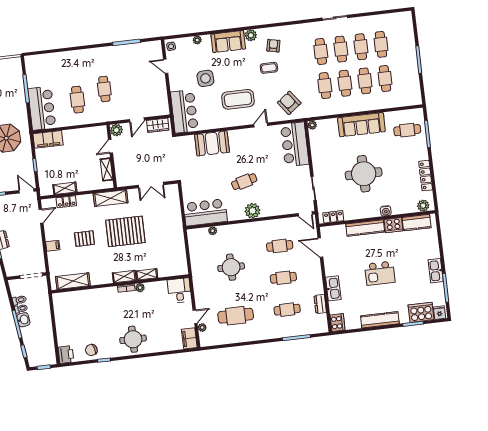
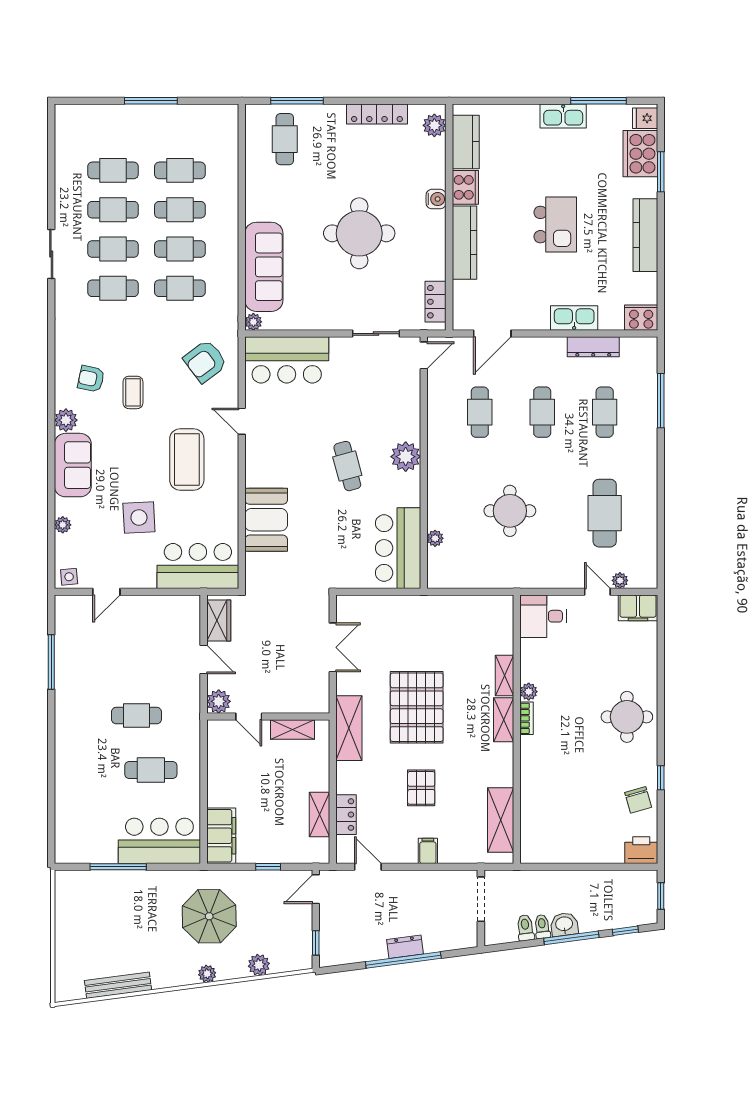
sofa: (361, 125) -> (264, 267), moved
dresser: (320, 304) -> (593, 347), width x1.44

